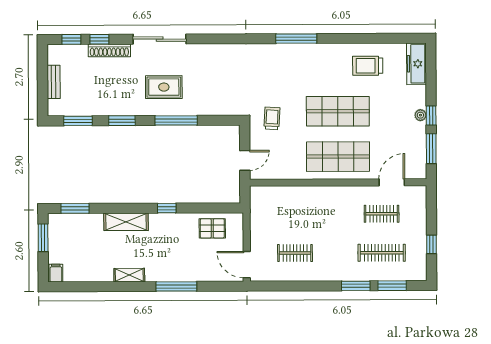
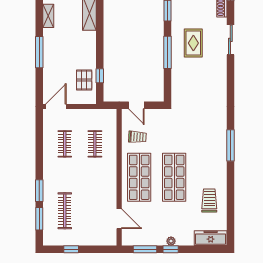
sliding door: (160, 39) -> (230, 40), width x0.73
trolley: (272, 118) -> (137, 137), moved
window: (167, 208) -> (100, 76), moved
clothes rail: (382, 214) -> (95, 144), moved

